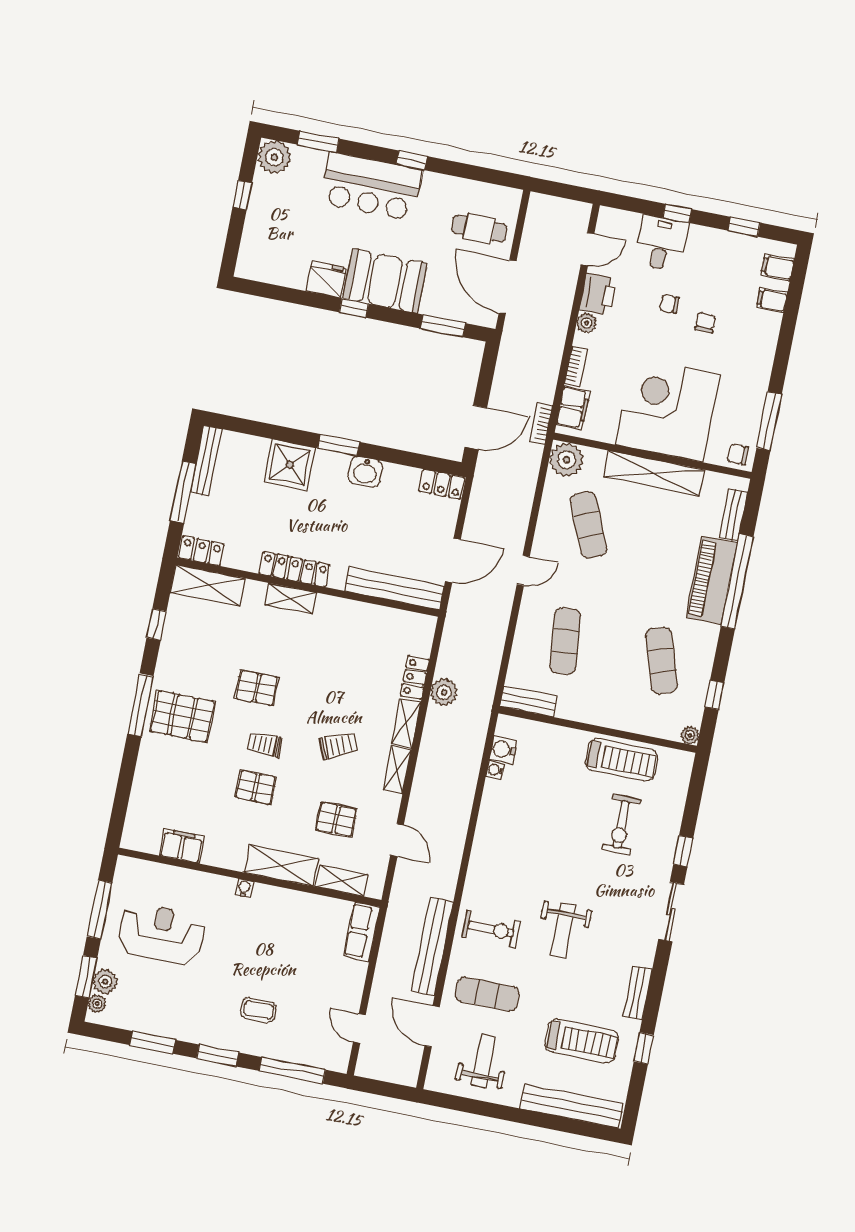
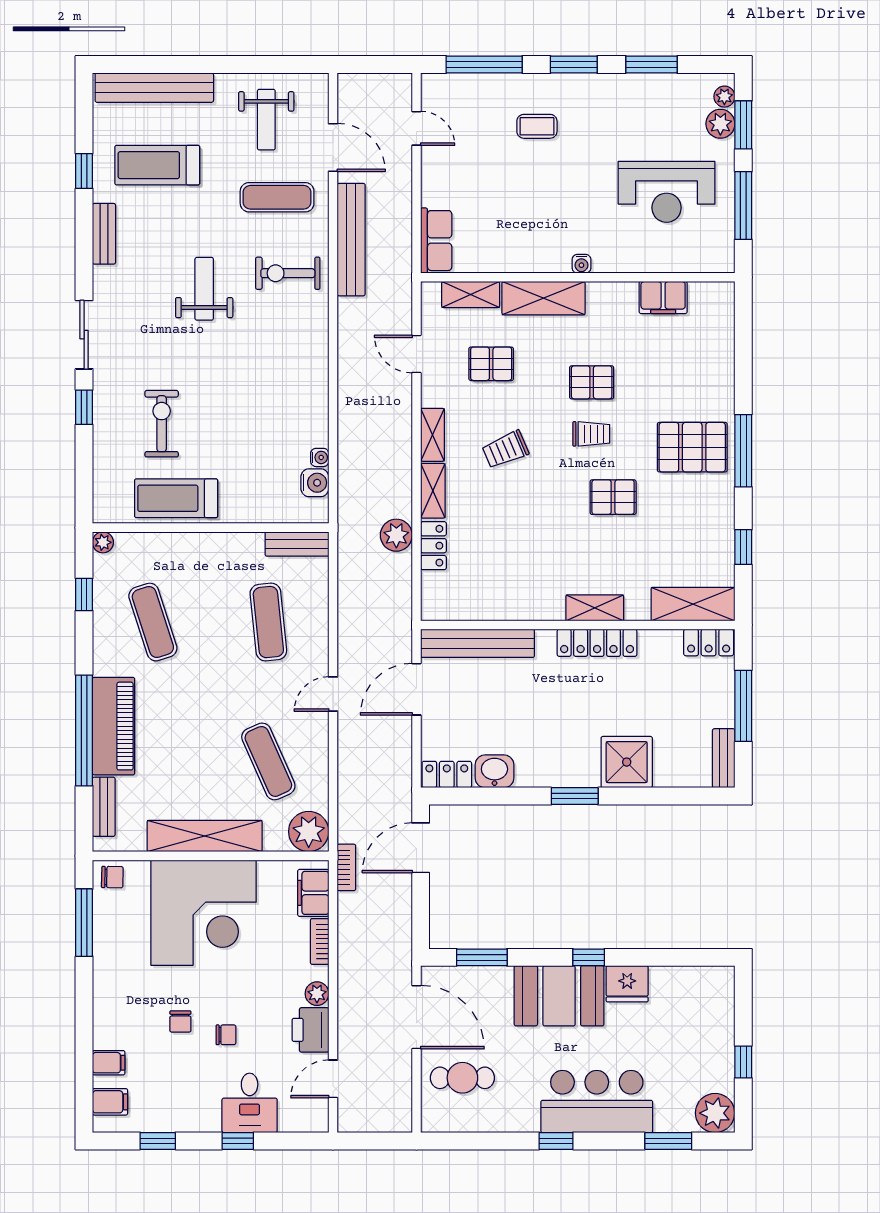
bench: (206, 461) -> (724, 758), width x0.73
washbasin: (365, 472) -> (494, 771), moved

